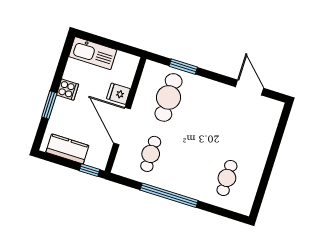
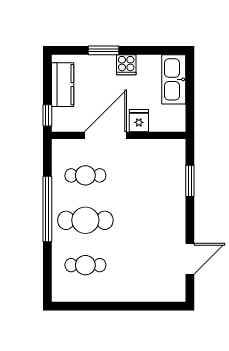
cafe table: (168, 97) -> (85, 220), moved

